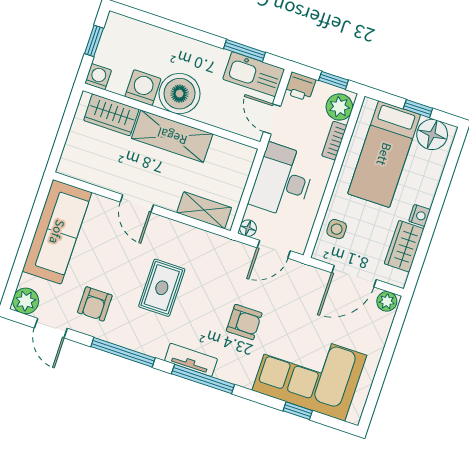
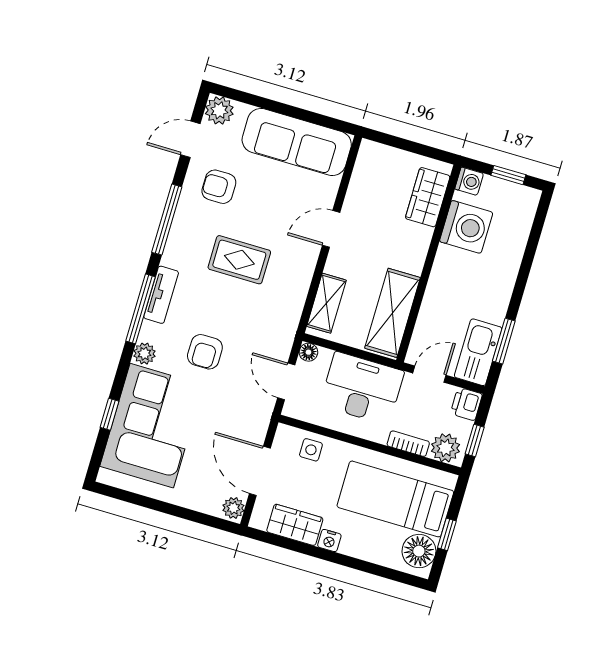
washing machine: (143, 88) -> (466, 227), width x1.37, depth x1.37
boiler: (180, 94) -> (454, 271), removed
shelving: (172, 136) -> (392, 313), moved
plant: (244, 377) -> (144, 354), added

